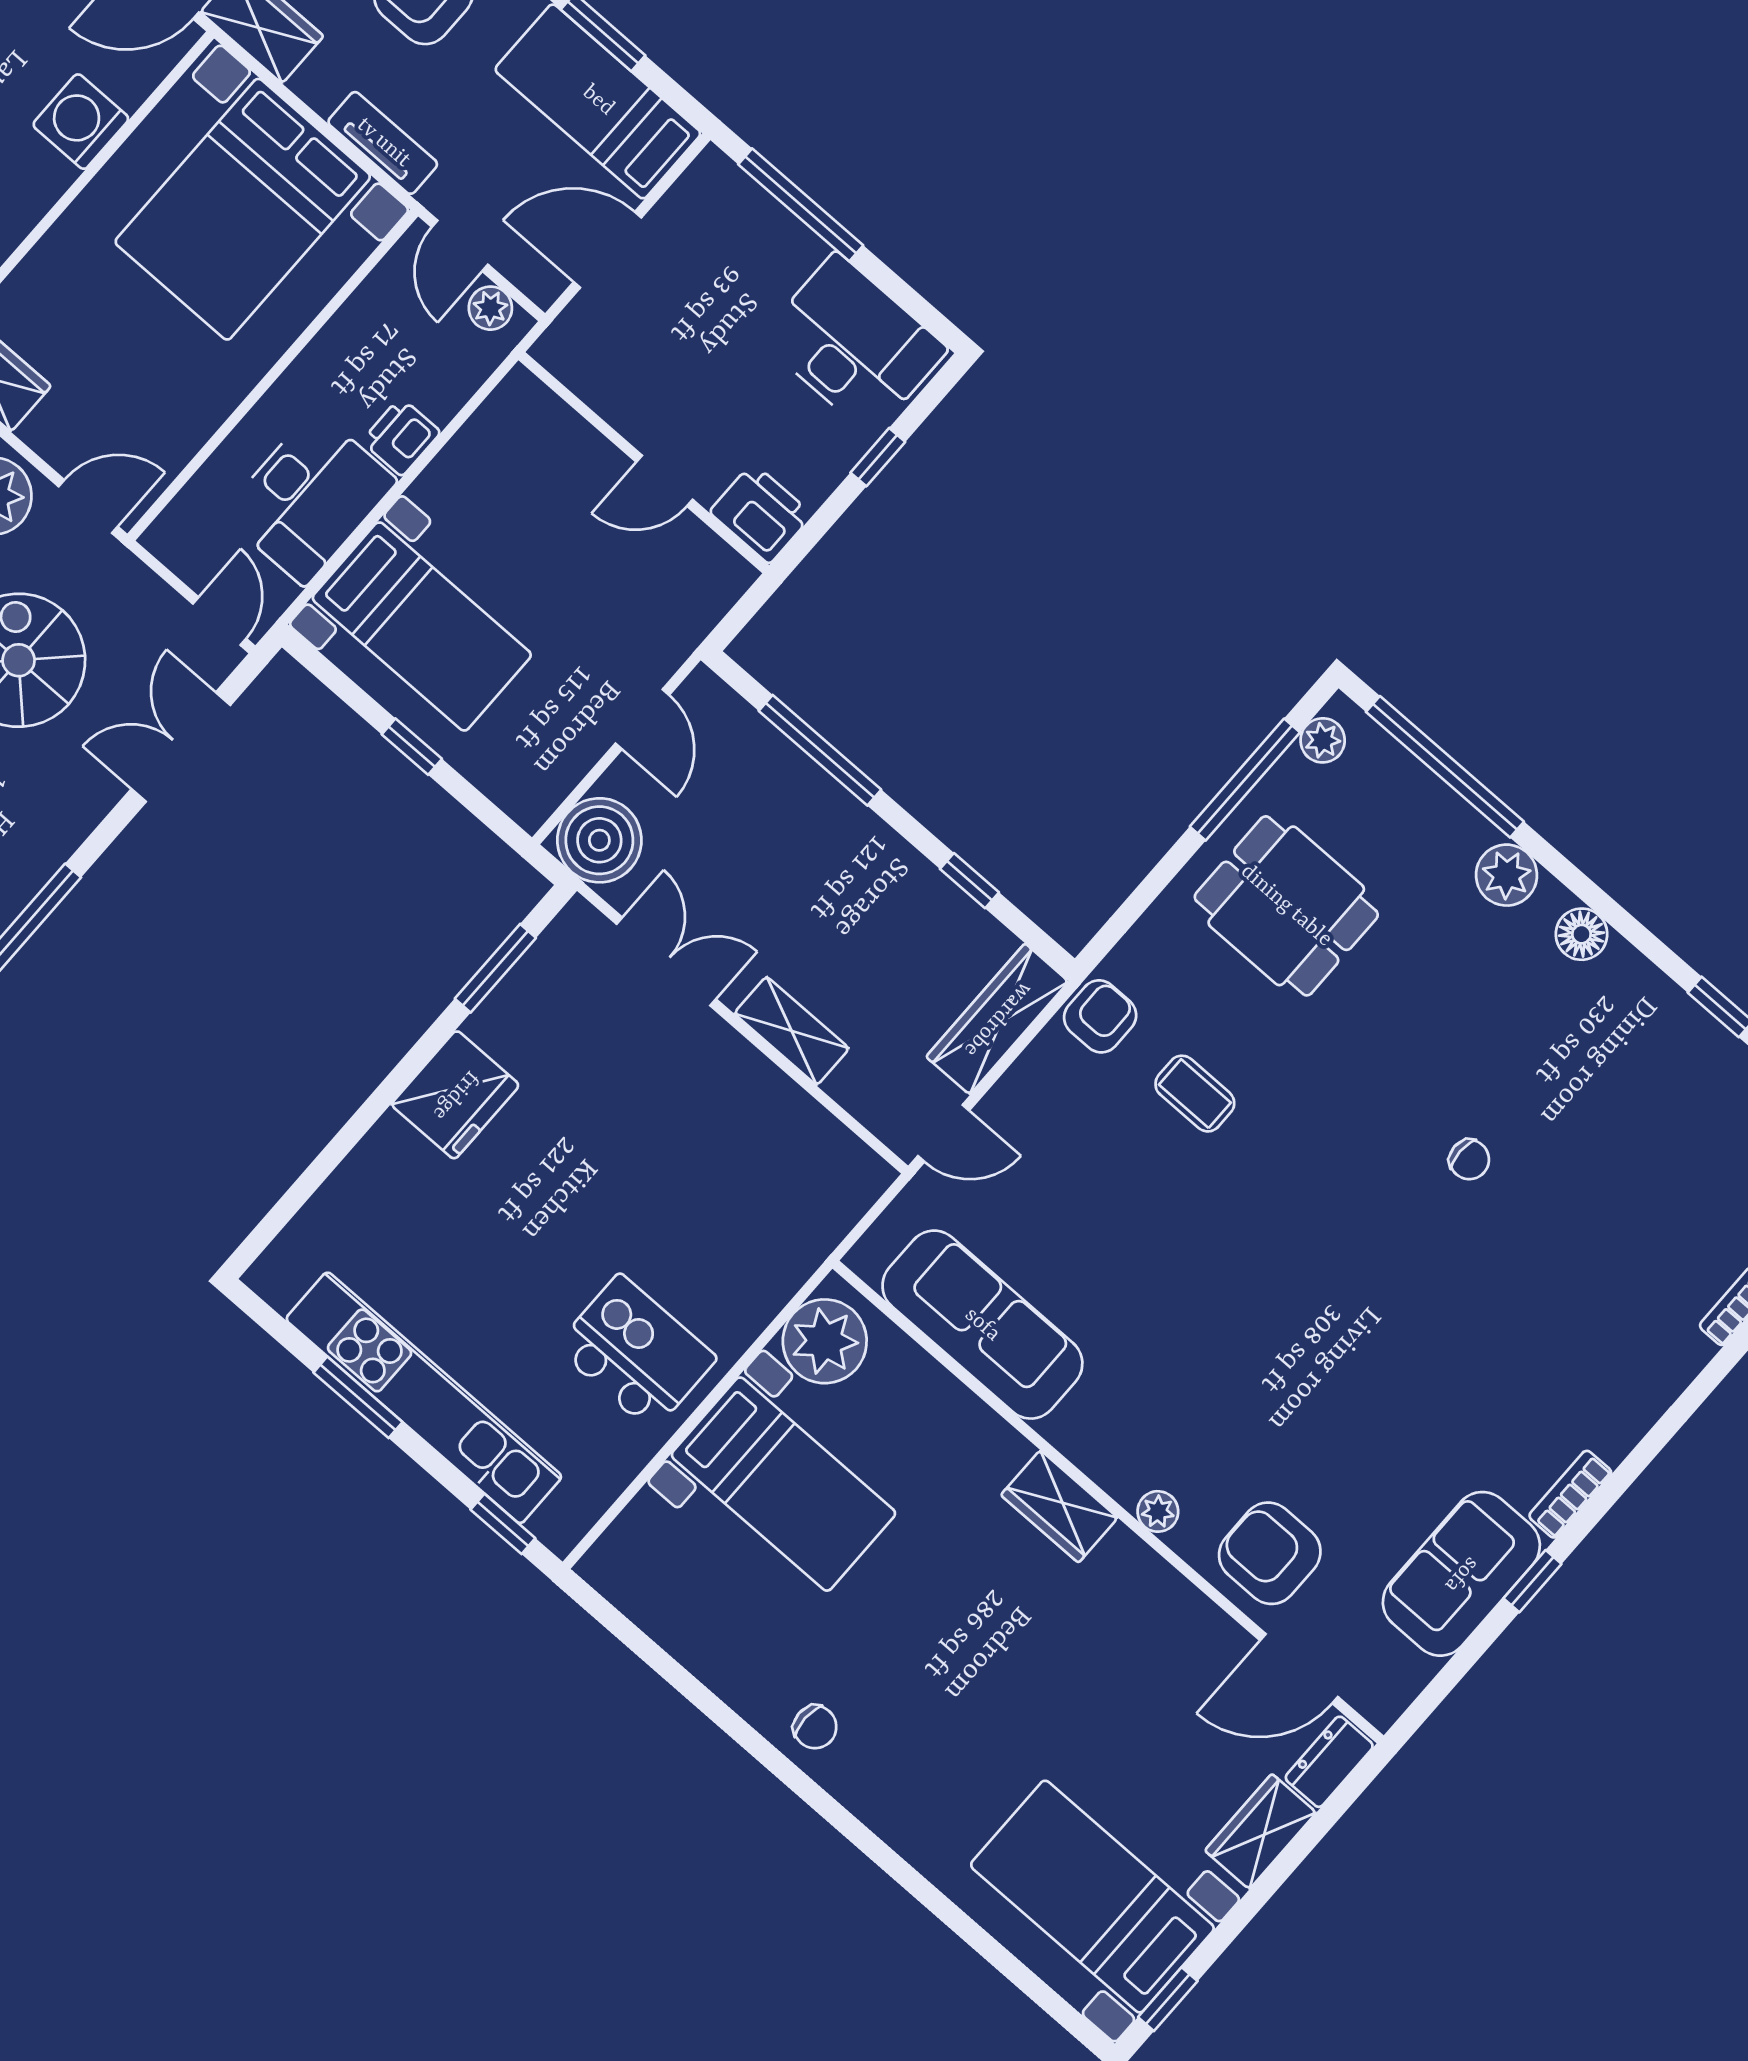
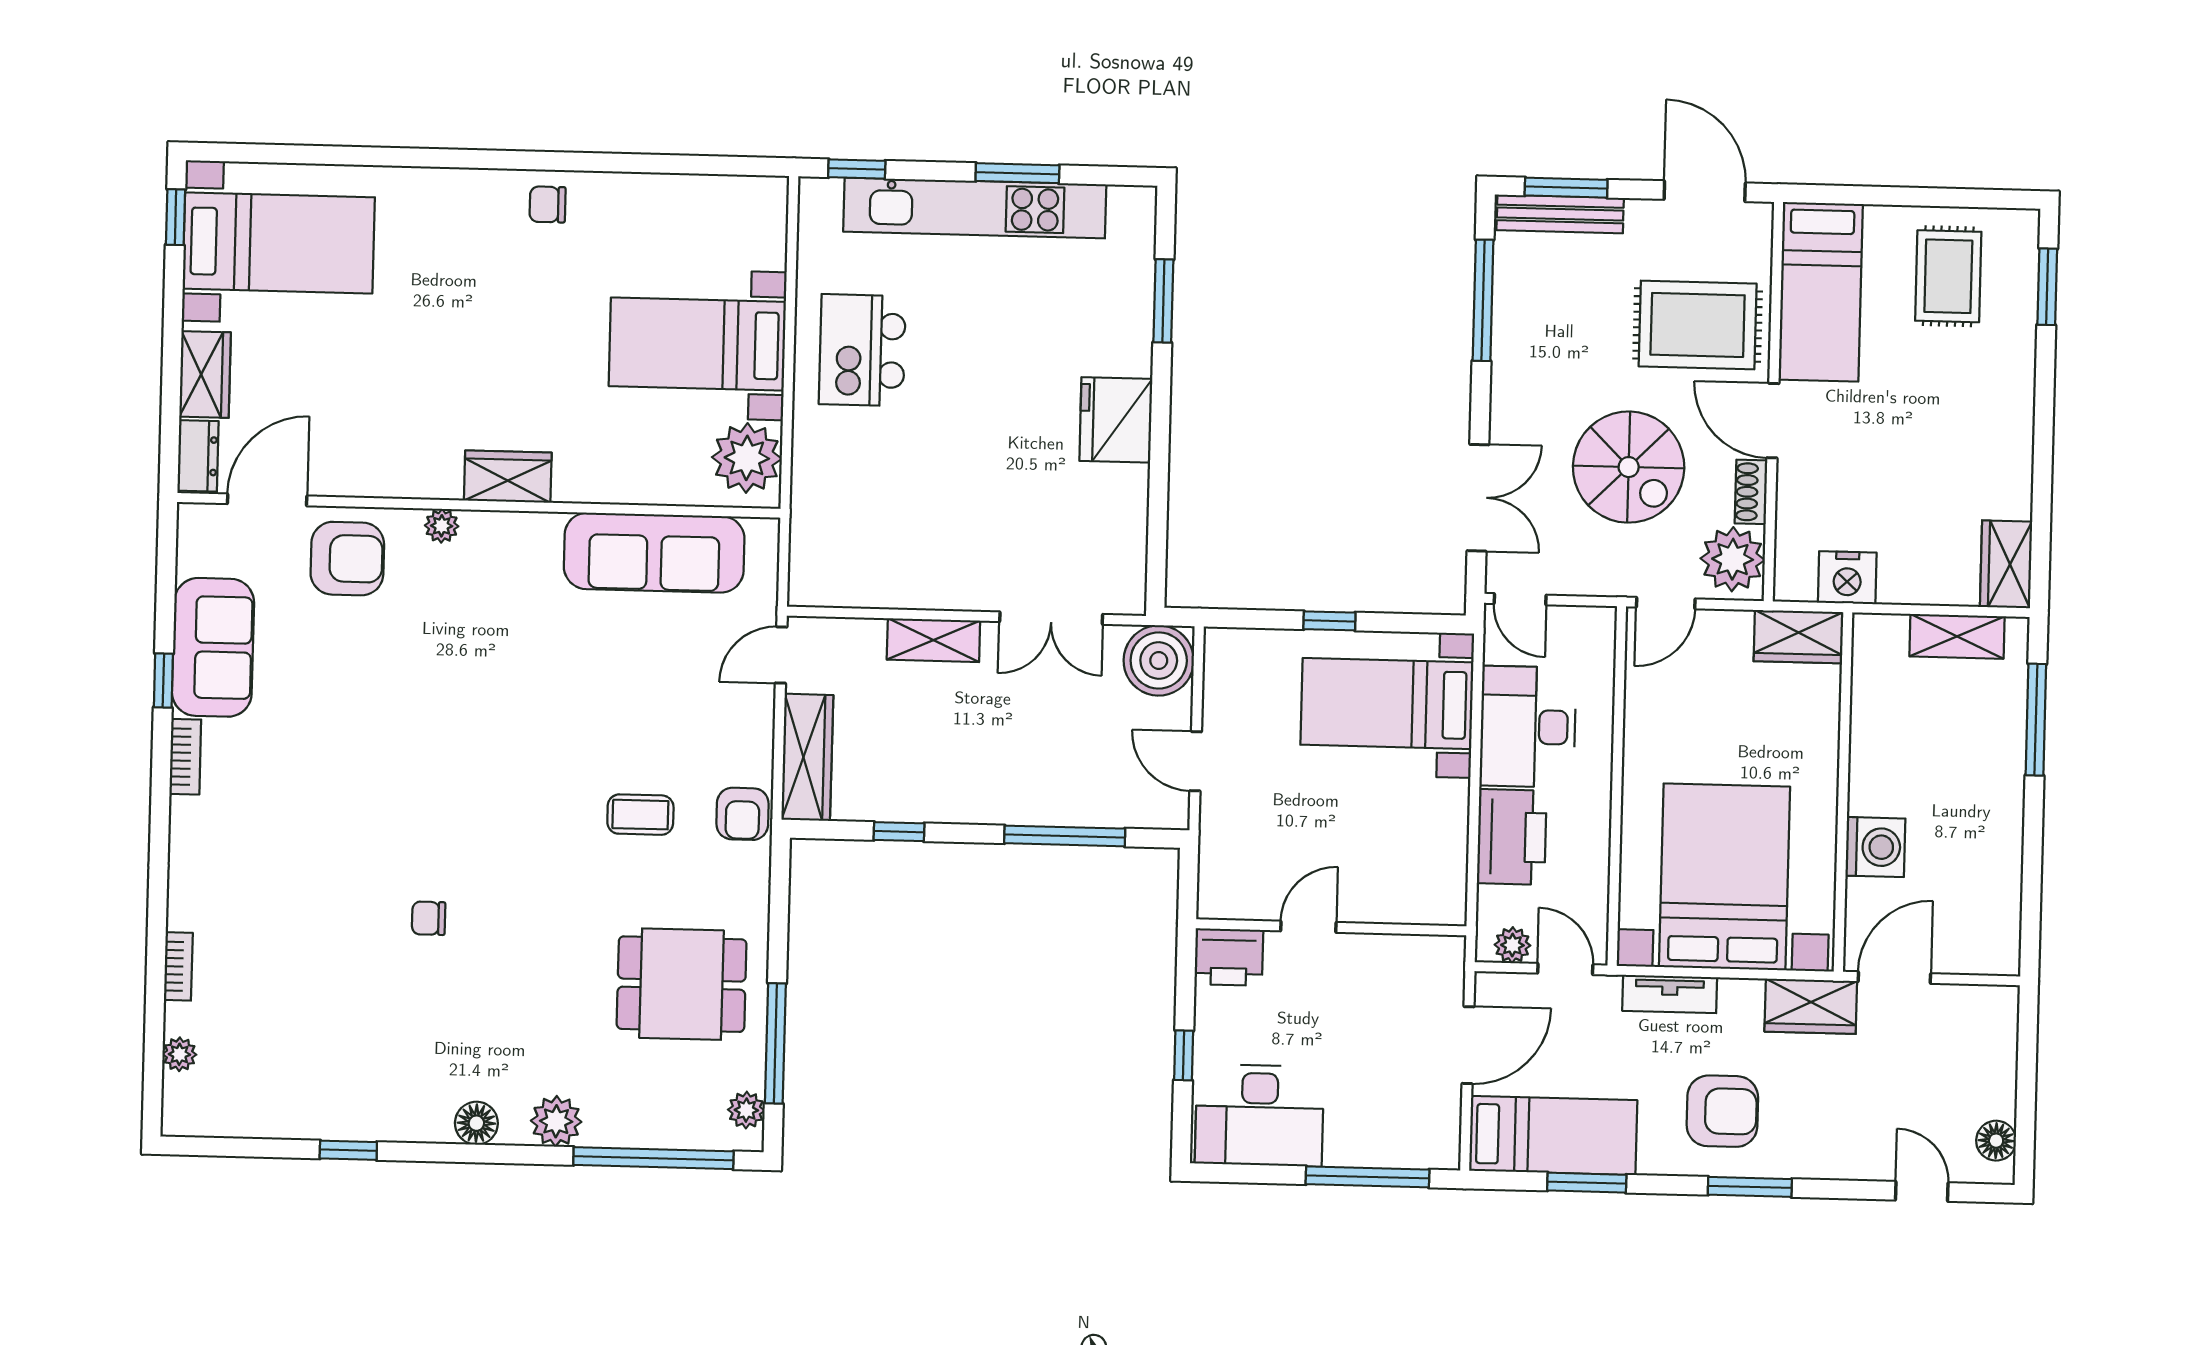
printer: (401, 437) -> (1512, 837), width x1.87, depth x1.48
window: (495, 968) -> (1163, 301), moved
kitchen island: (636, 1353) -> (862, 350), turned 90

